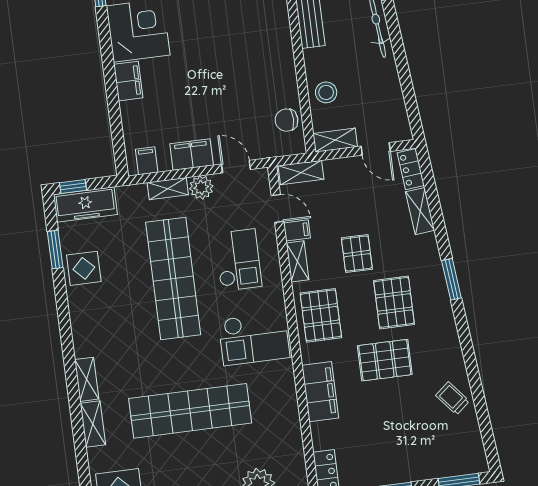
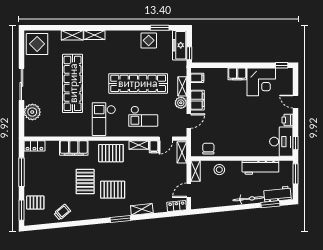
window: (73, 187) -> (189, 53), moved
shelving: (420, 211) -> (142, 209), moved
pallet: (357, 254) -> (35, 202), moved

